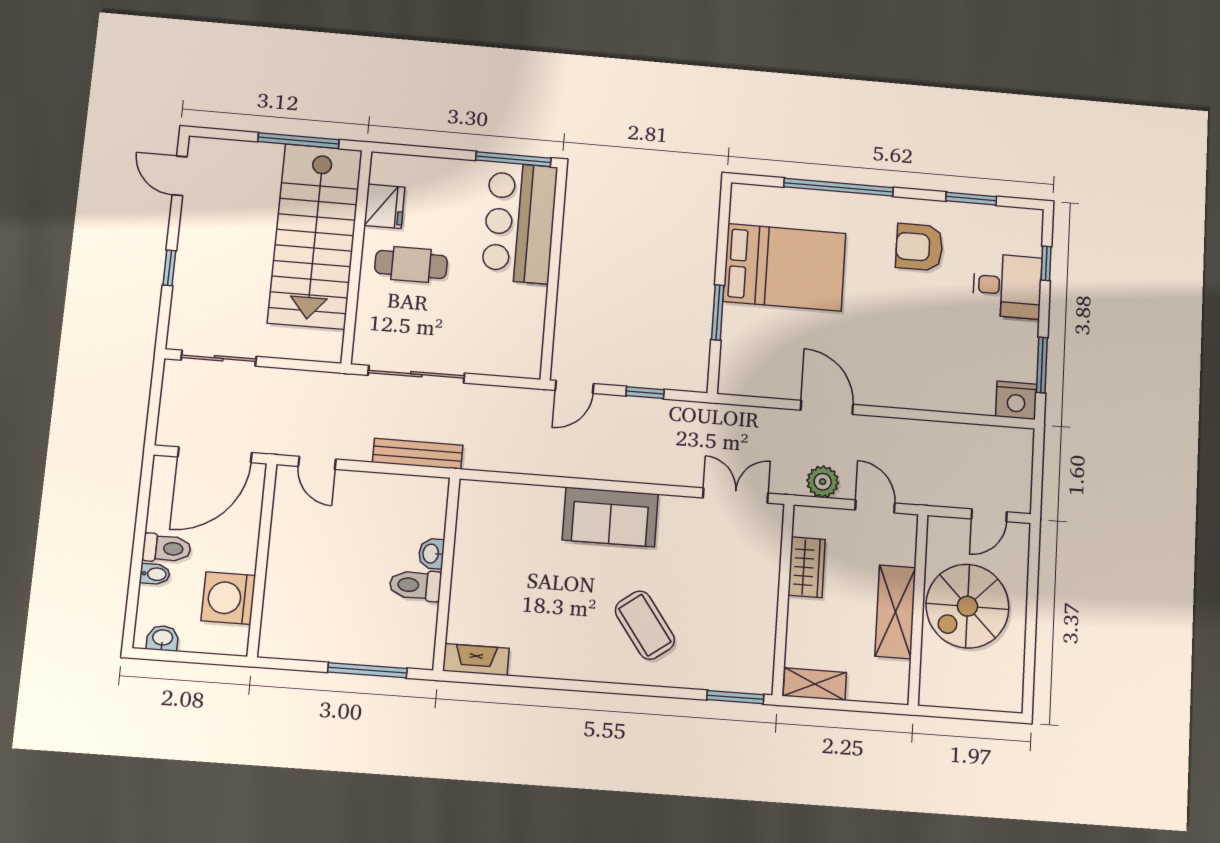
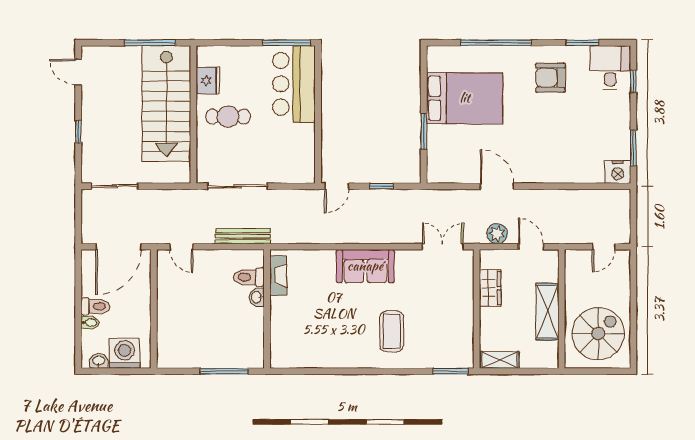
desk: (1007, 286) -> (610, 67), moved, turned -90
toilet: (415, 585) -> (249, 277), moved
washing machine: (228, 598) -> (125, 353), moved, turned 90
spiral stairs: (967, 606) -> (598, 334), moved, turned 180
coffee table: (645, 625) -> (392, 331), turned 36
fireplace: (476, 660) -> (278, 276), moved, turned 90

